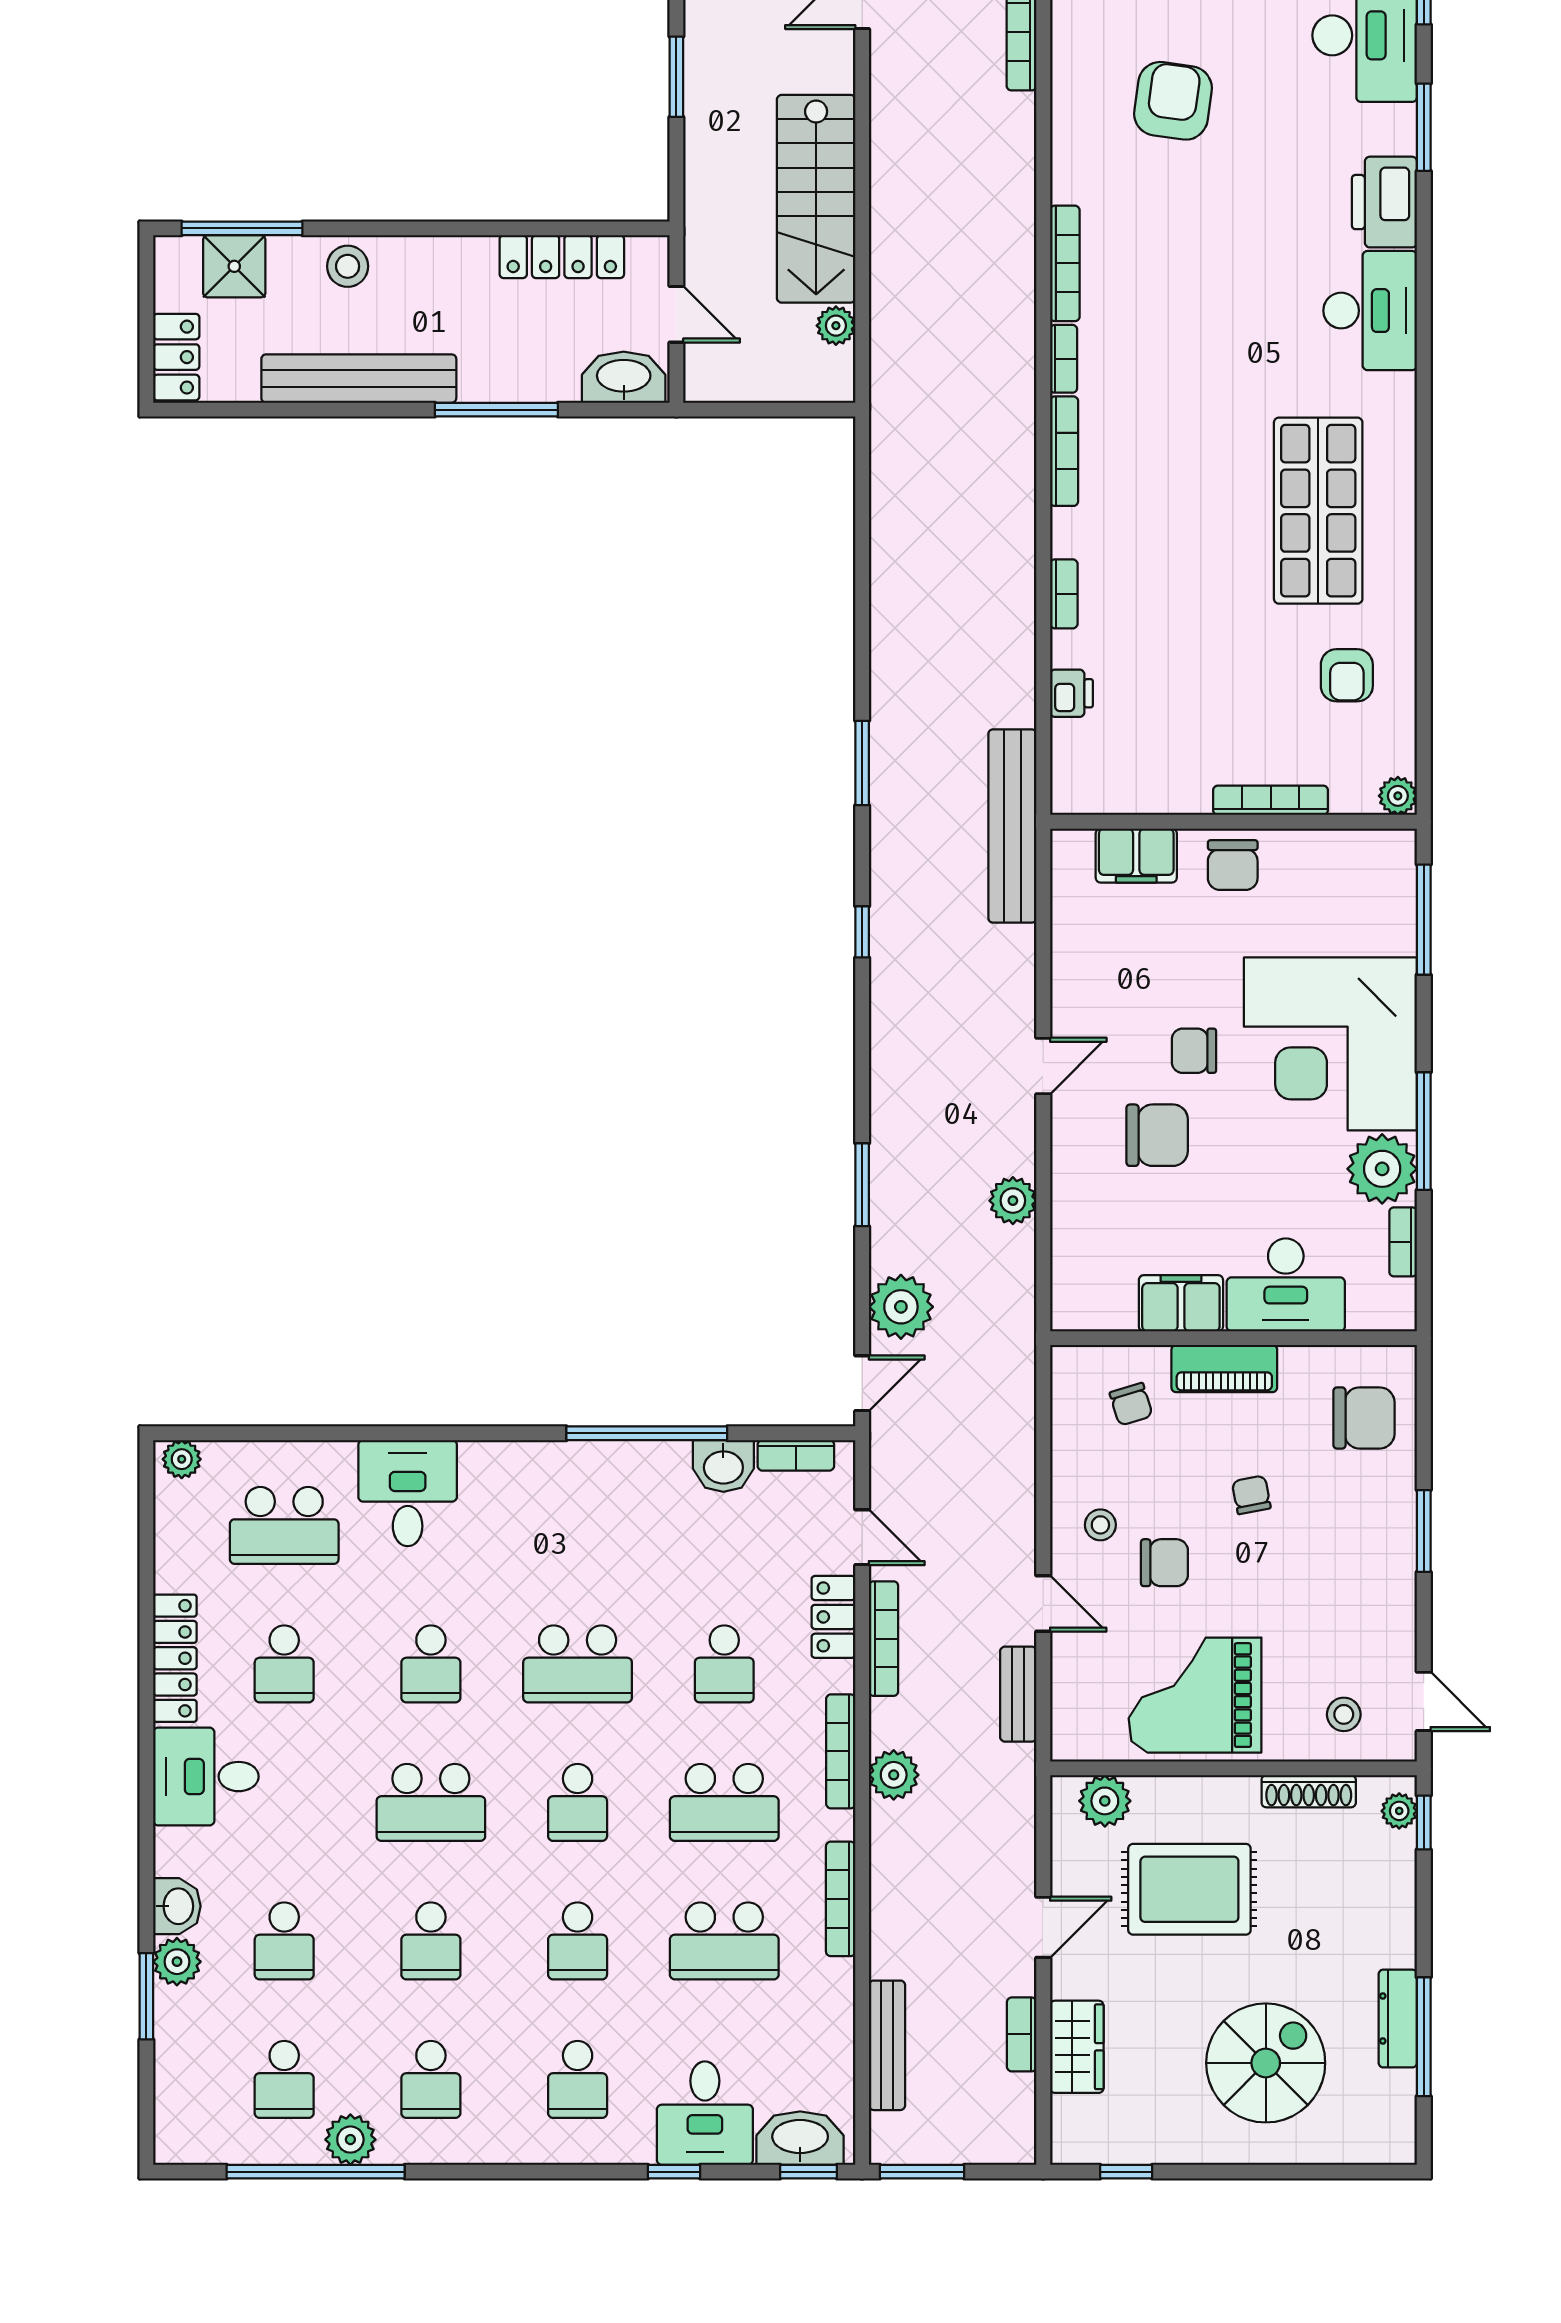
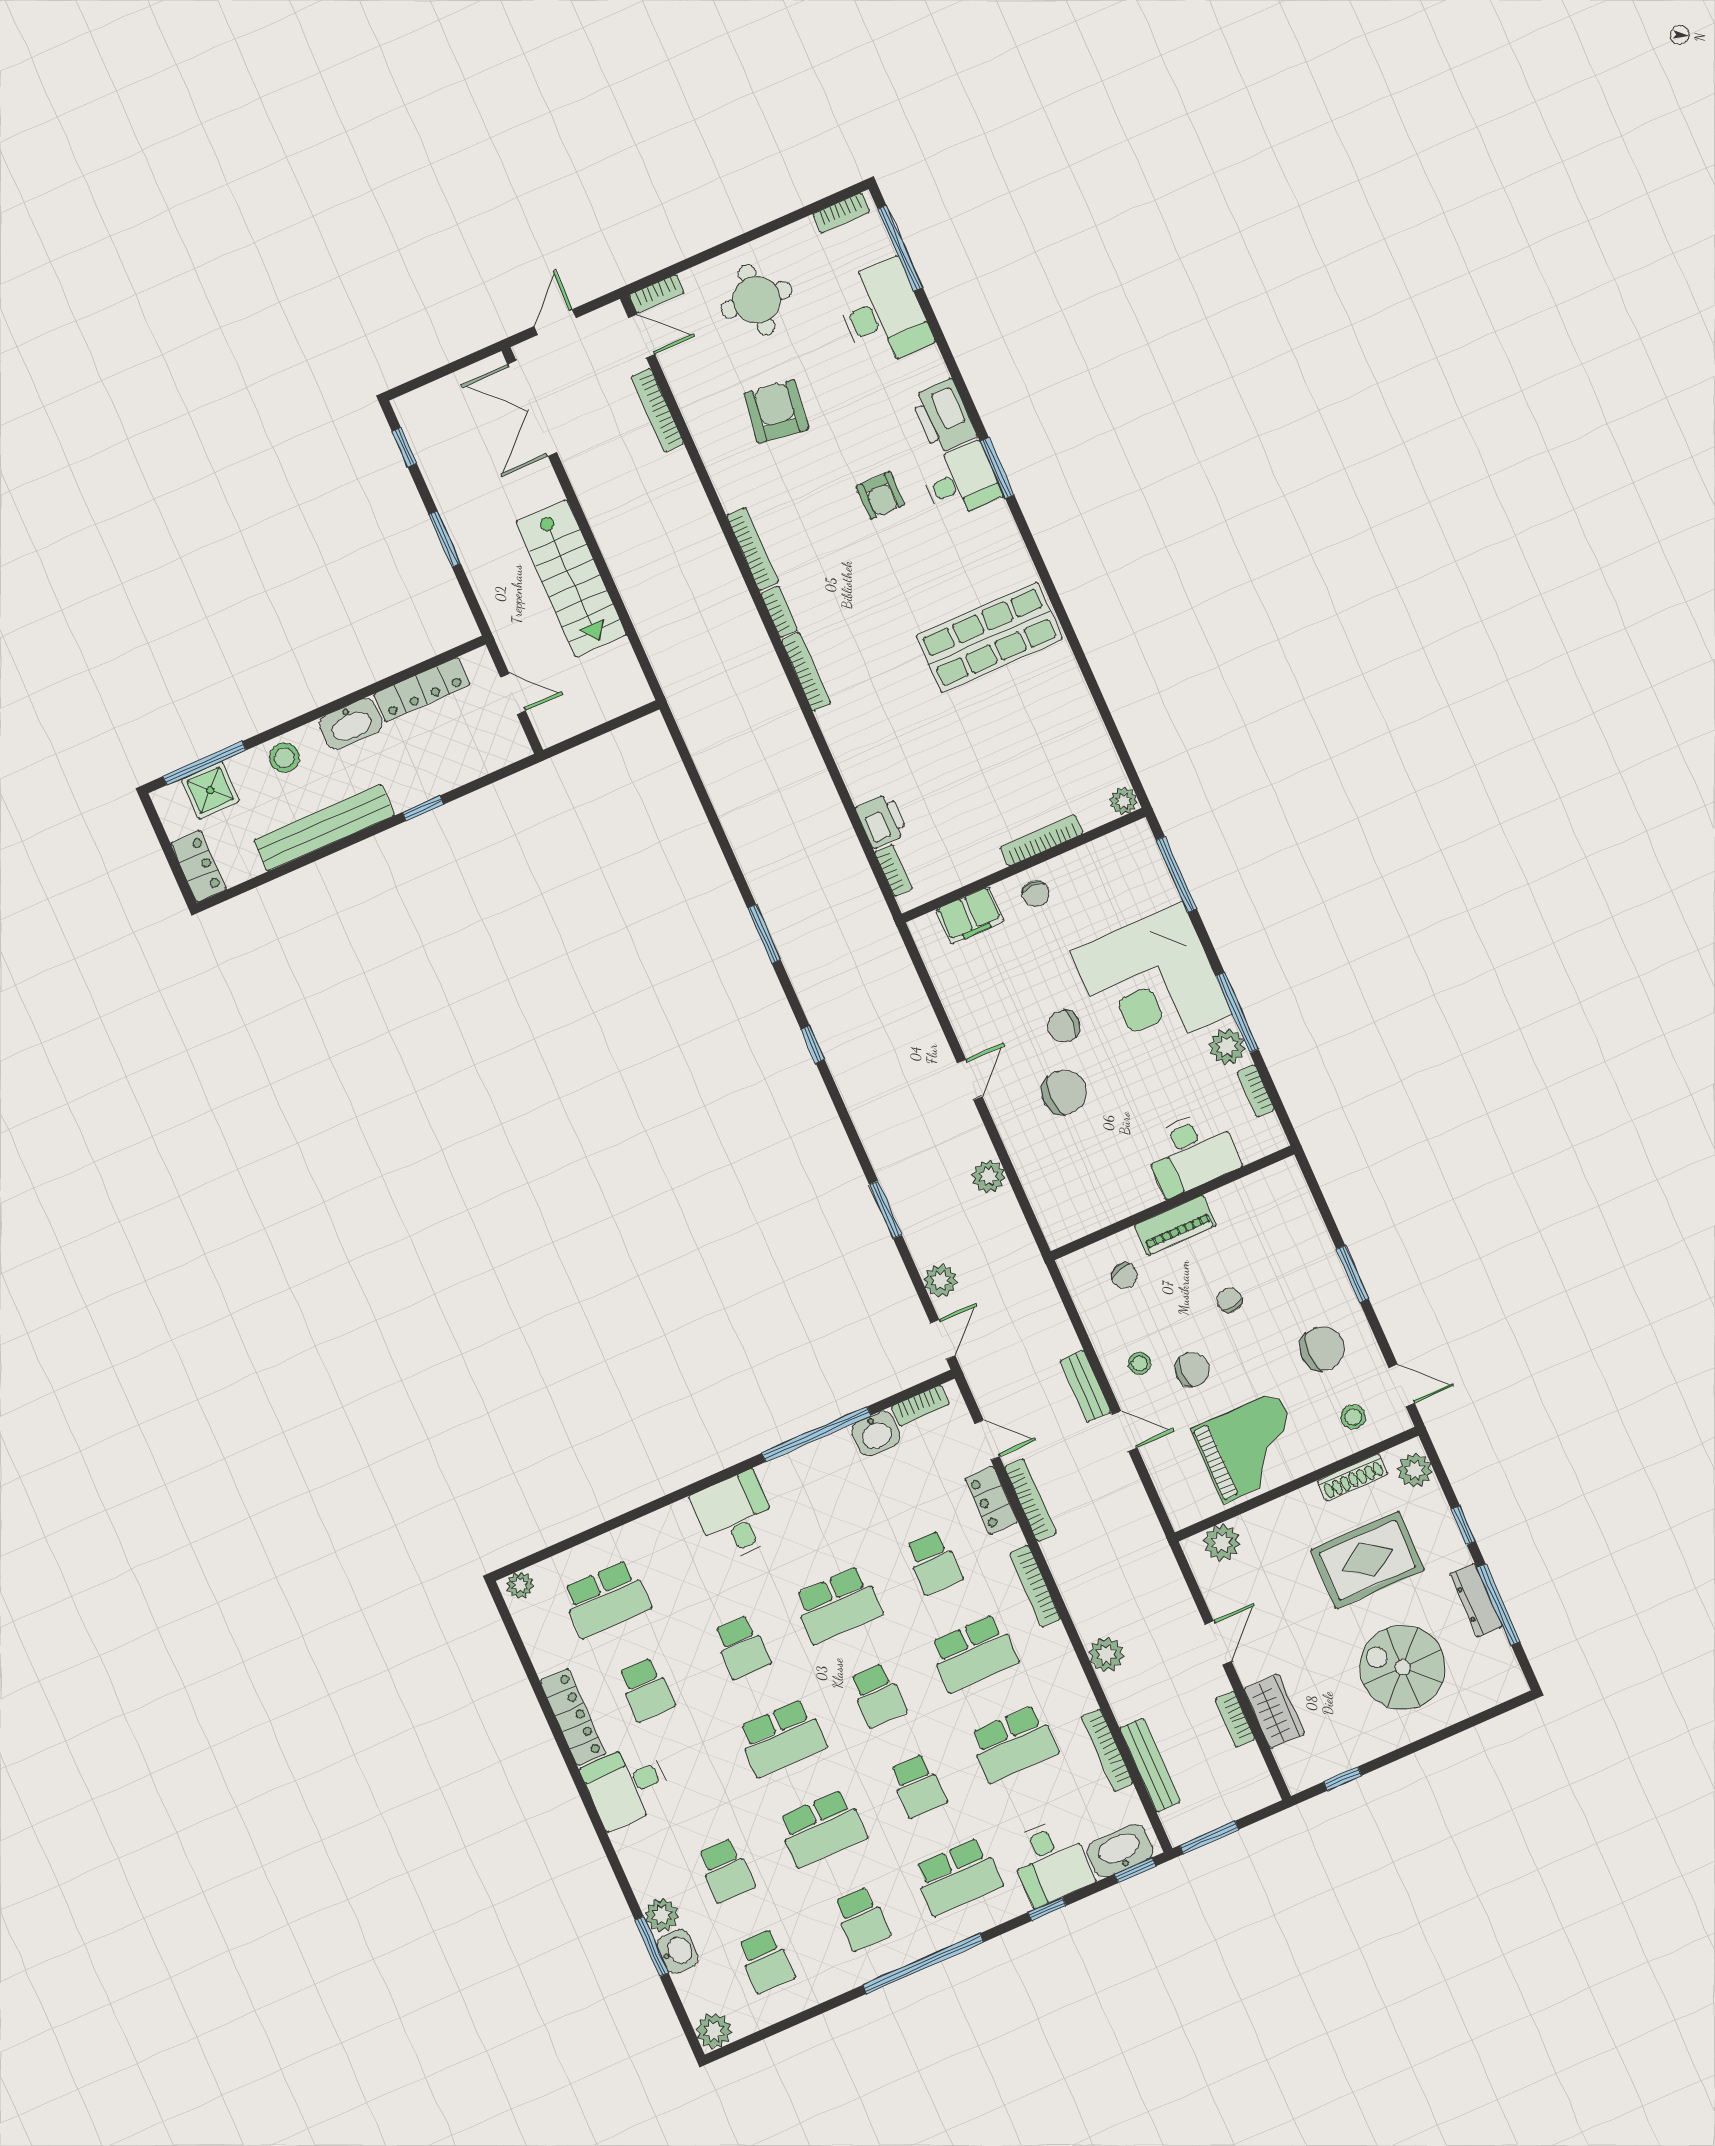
window: (1424, 127) -> (997, 468), moved
desk: (1370, 311) -> (961, 481), width x0.73
plant: (836, 326) -> (621, 656), removed
washbasin: (624, 377) -> (351, 724), moved, turned 180
window: (496, 410) -> (423, 808), width x0.46
shop shelf: (1318, 511) -> (989, 637), turned 90
bookcase: (1064, 594) -> (894, 871), moved
armchair: (1347, 675) -> (880, 495), moved
printer: (1072, 693) -> (882, 821), width x1.36, depth x1.24
bench: (1012, 826) -> (880, 932), removed
chair: (1233, 865) -> (1036, 894), width x0.73, depth x0.73
plant: (1382, 1169) -> (1227, 1047), width x0.73, depth x0.73
filing cabinet: (1181, 1303) -> (1128, 1195), removed
plant: (901, 1307) -> (941, 1281), width x0.73, depth x0.73
chair: (1364, 1418) -> (1322, 1348), moved
desk: (408, 1493) -> (735, 1517), moved
bench: (1018, 1694) -> (1085, 1386), moved
grand piano: (1195, 1695) -> (1250, 1447), turned 180
plant: (894, 1775) -> (1106, 1654), moved
plant: (1399, 1811) -> (1415, 1470), width x1.38, depth x1.38
window: (1424, 1822) -> (1463, 1525), moved
rug: (1189, 1889) -> (1367, 1560), moved
bookcase: (841, 1899) -> (1107, 1750), moved
washbasin: (177, 1906) -> (678, 1951), moved
school desk: (431, 1941) -> (822, 1828), width x1.85
spiral stairs: (1266, 2063) -> (1403, 1667), turned -90
school desk: (578, 2079) -> (957, 1876), width x1.85
plant: (350, 2140) -> (714, 2031), moved
window: (316, 2172) -> (923, 1964), moved

